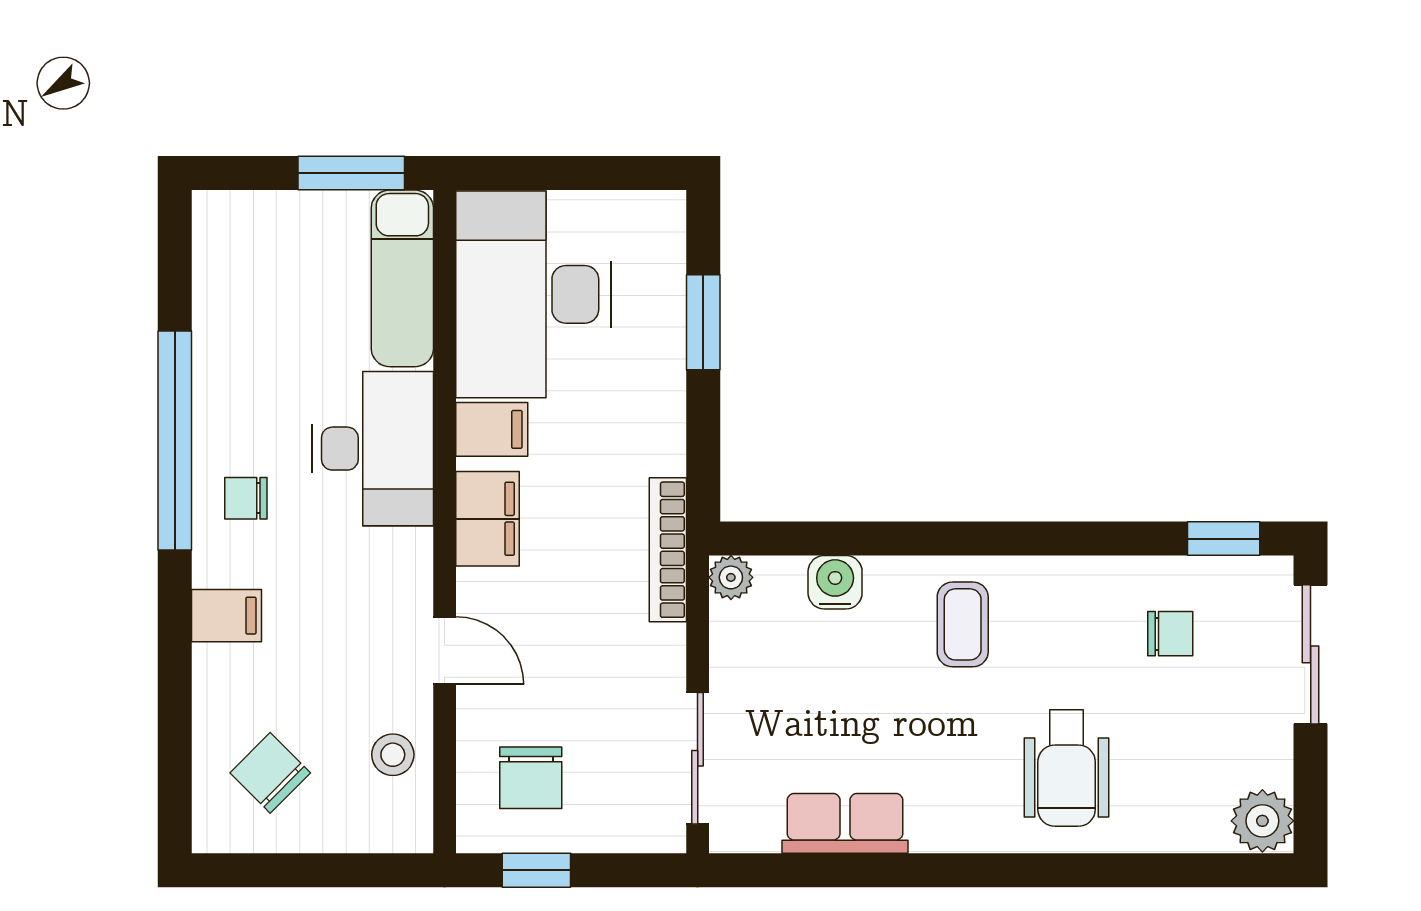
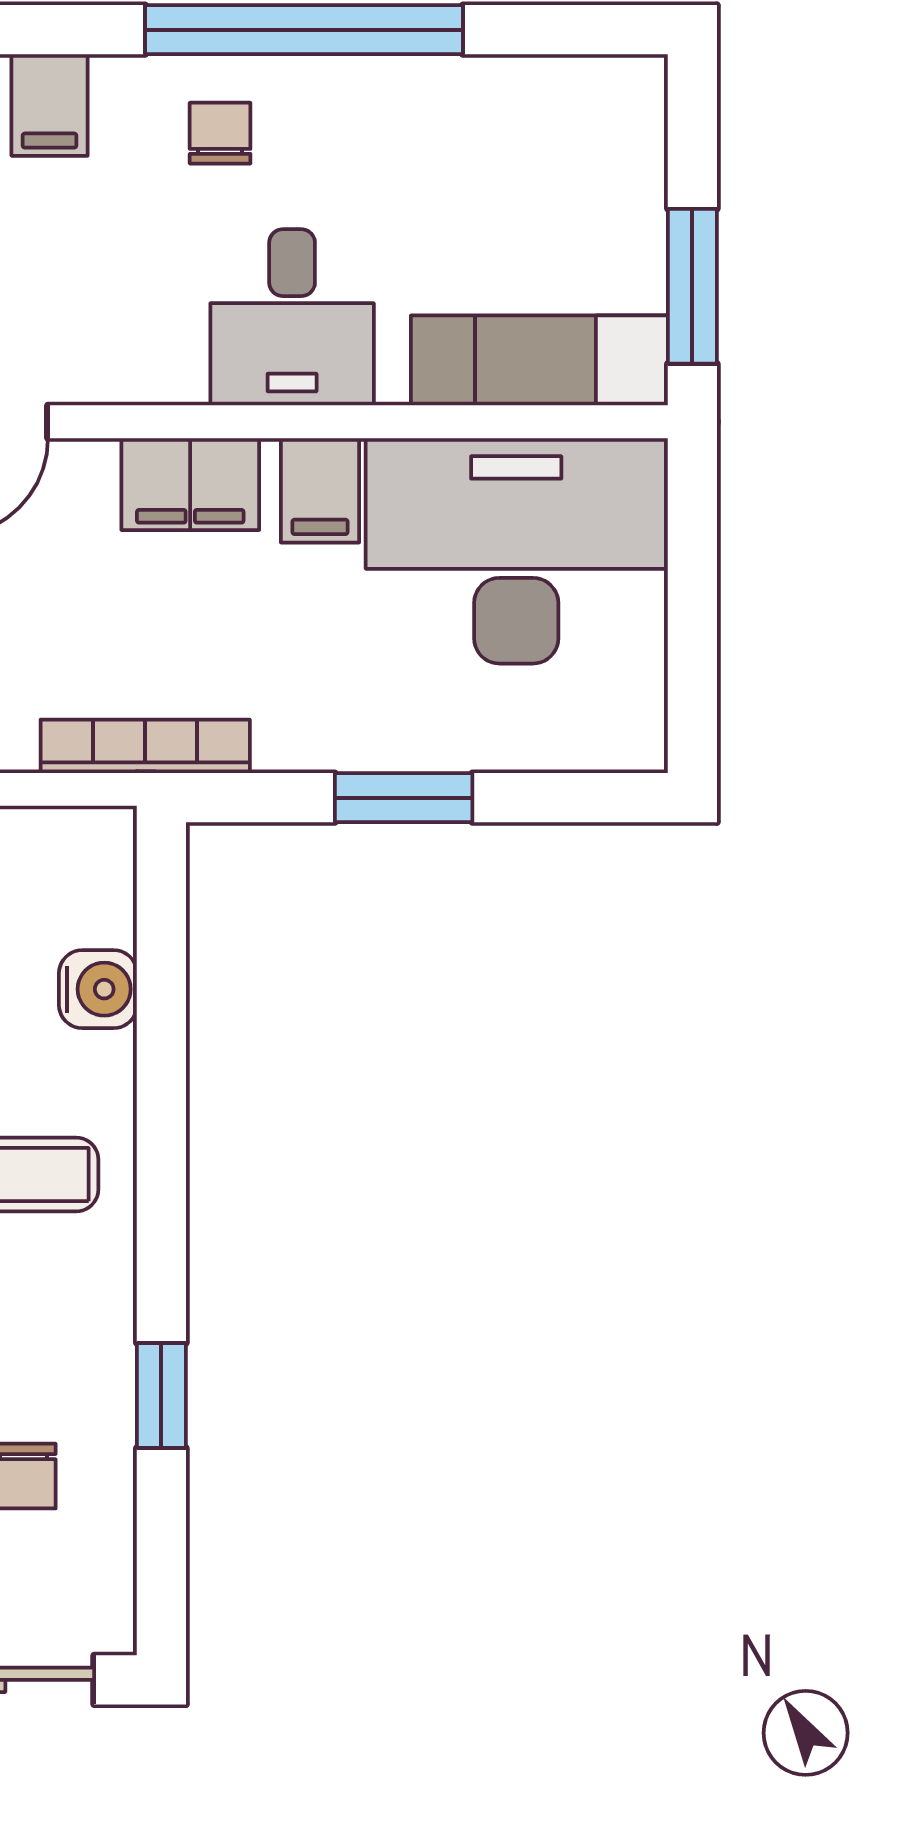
window: (703, 322) -> (404, 798), moved
desk: (373, 449) -> (292, 317), width x0.73
window: (1224, 539) -> (161, 1395), moved
plant: (731, 577) -> (105, 838), removed

